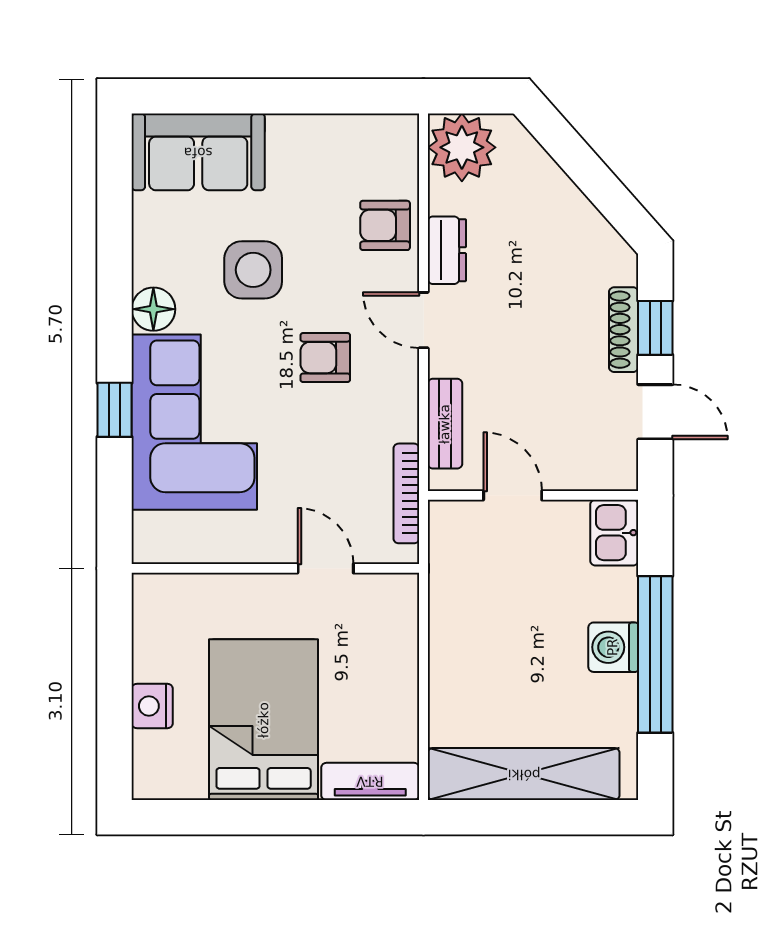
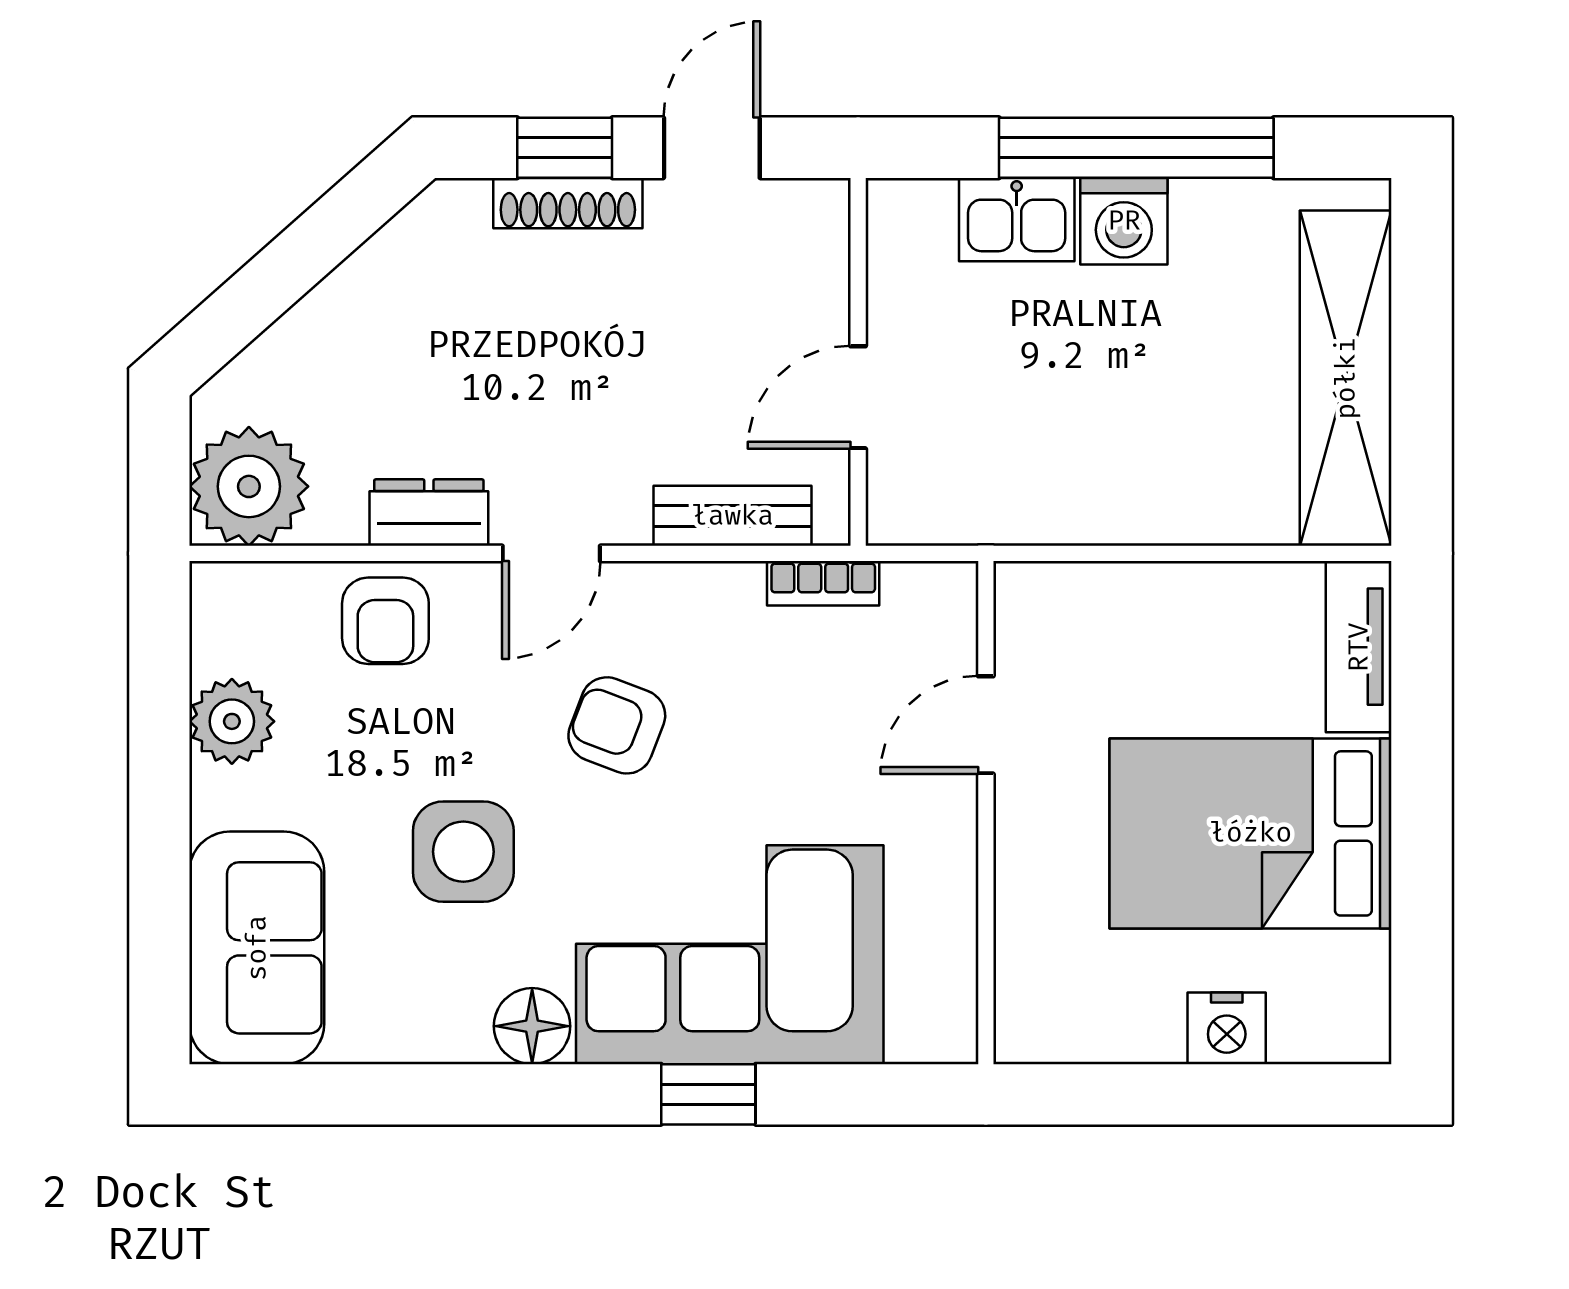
plant: (328, 138) -> (232, 721), added
armchair: (325, 358) -> (617, 725), turned 111
bookcase: (406, 493) -> (823, 583), width x0.64
kitchen sink: (614, 533) -> (1017, 220), moved

